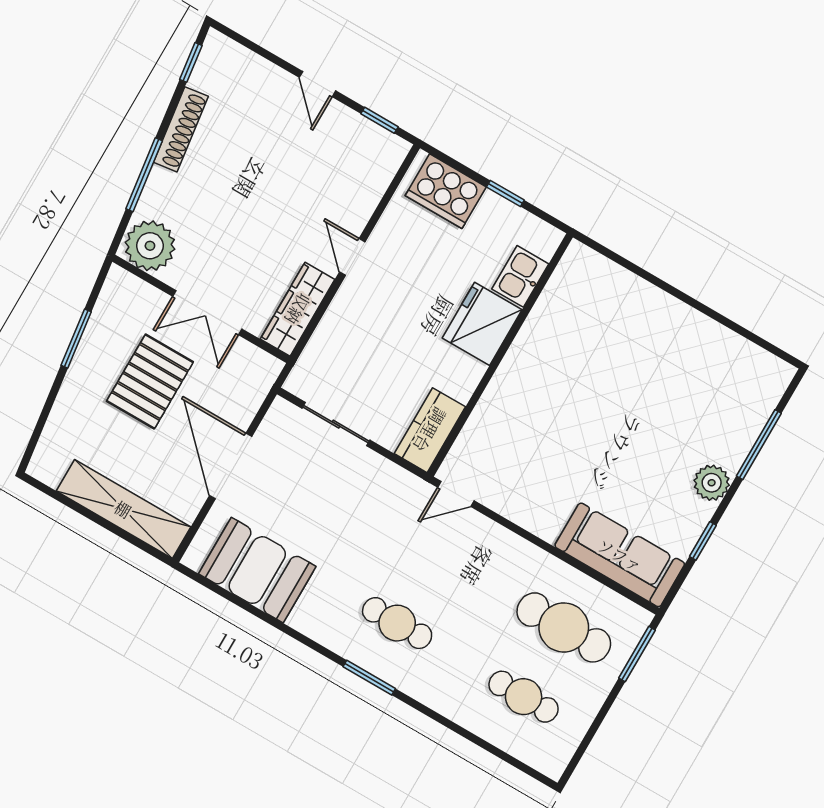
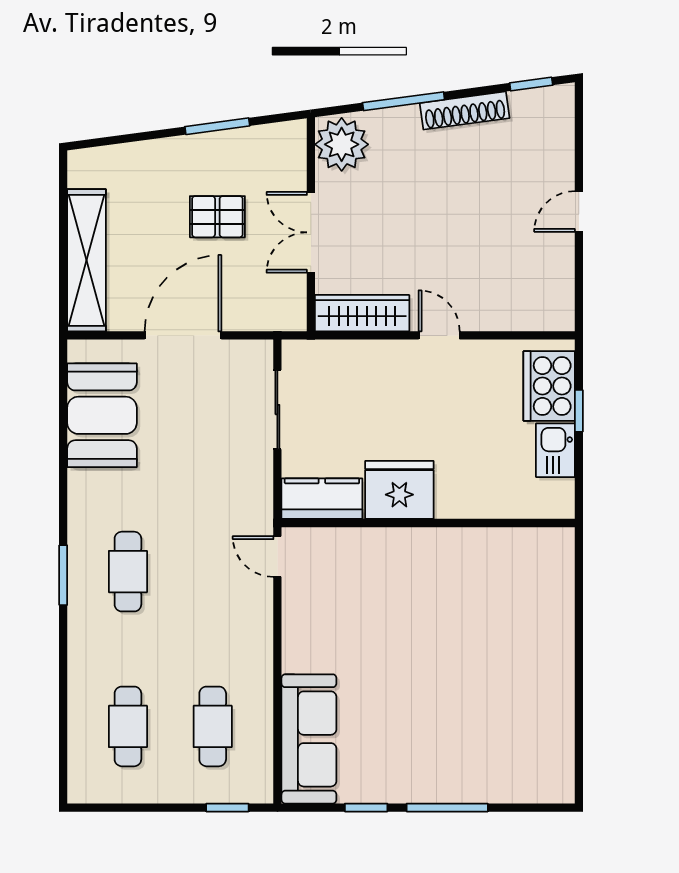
window: (380, 120) -> (579, 288), removed
window: (505, 193) -> (579, 411), moved
door: (352, 257) -> (439, 335), hinge flipped
kitchen sink: (520, 276) -> (555, 450), moved, turned -90
fridge: (482, 324) -> (399, 490), moved
pallet: (150, 382) -> (217, 217), width x0.67, depth x0.71
window: (759, 445) -> (447, 808), moved
plant: (712, 483) -> (424, 785), removed
cafe table: (564, 627) -> (213, 726), width x0.73, depth x0.74
window: (637, 654) -> (227, 808), width x0.67

